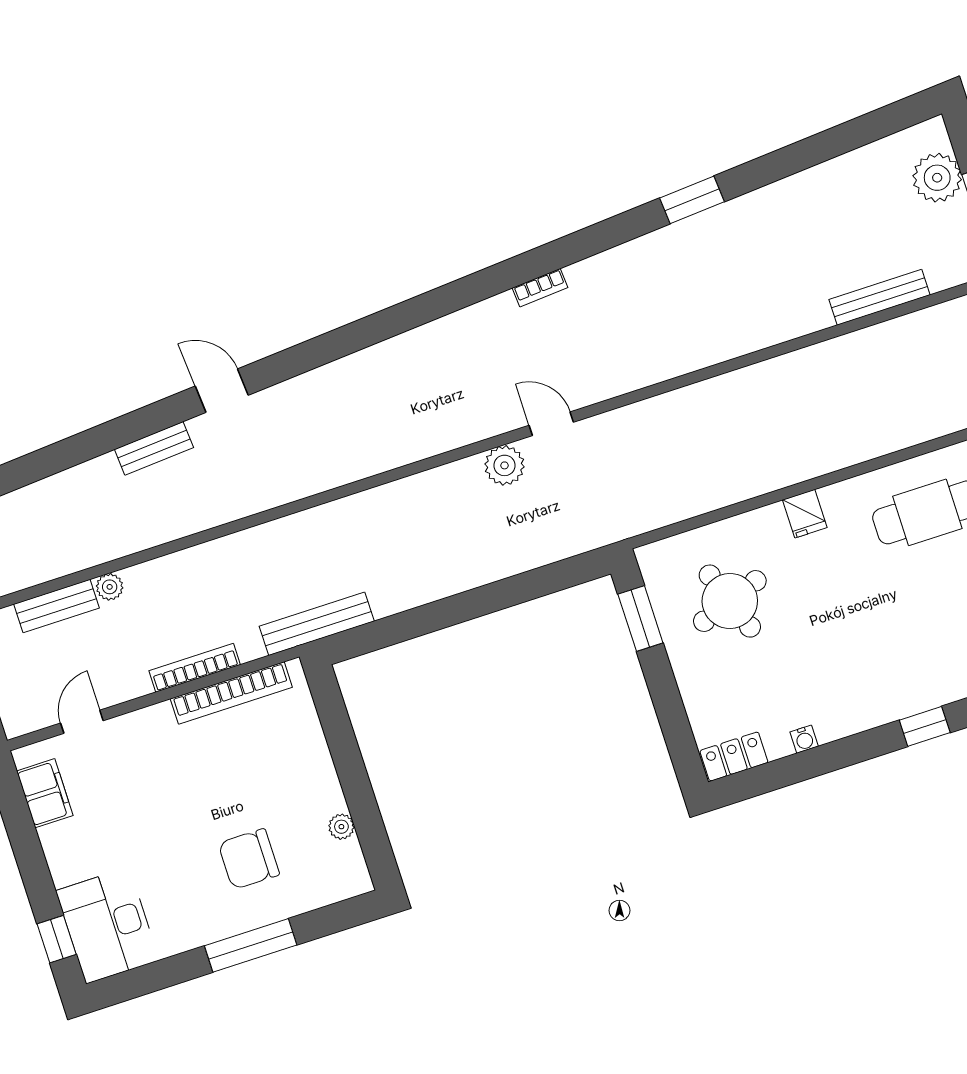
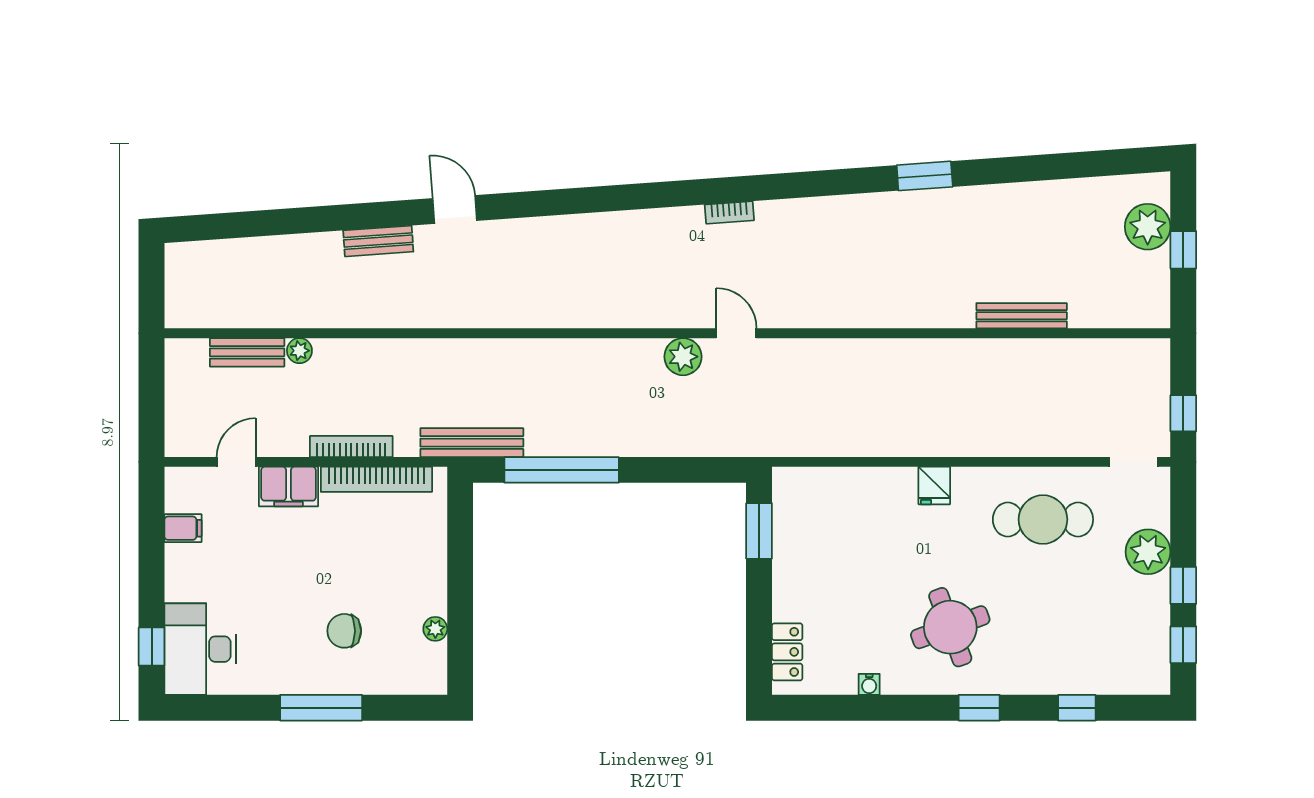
bookcase: (540, 288) -> (729, 212), moved
bench: (879, 297) -> (1022, 316), moved
round table: (730, 601) -> (950, 627), moved
window: (418, 622) -> (562, 470), added
filing cabinet: (144, 730) -> (289, 486), added
locker: (734, 757) -> (787, 652), moved, turned 90
filing cabinet: (45, 793) -> (183, 528), width x0.50
chair: (249, 859) -> (344, 631), width x0.73, depth x0.73

